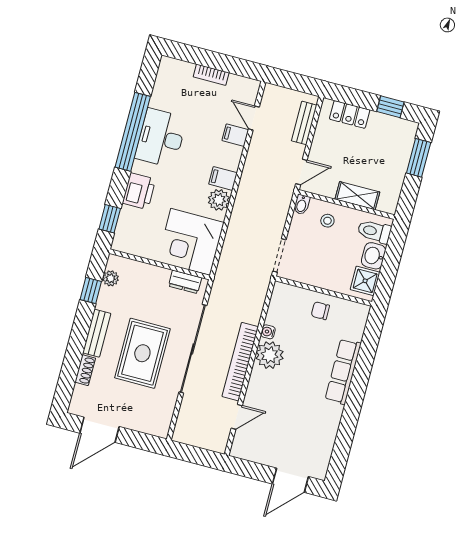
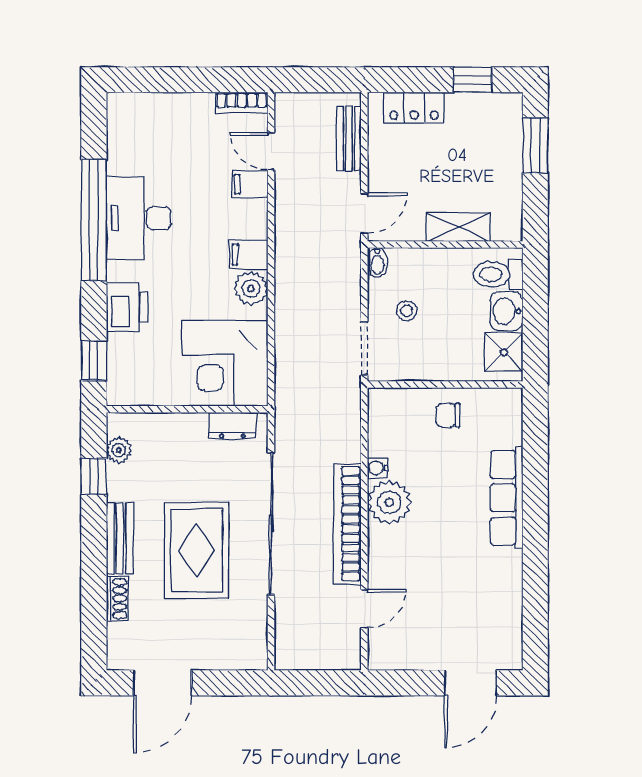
bookcase: (211, 75) -> (242, 103), moved
stool: (327, 221) -> (407, 311), moved

